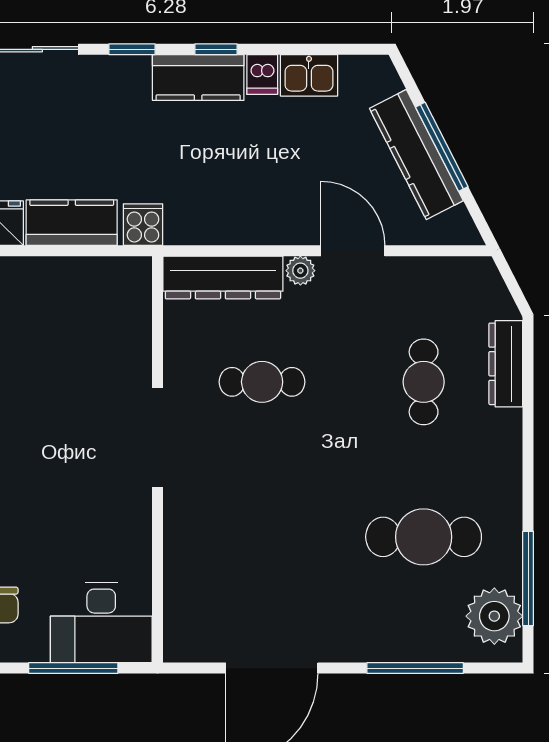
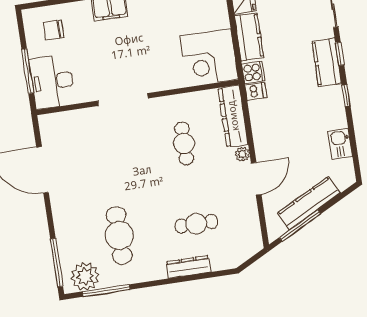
dishwasher: (262, 75) -> (256, 91), moved, turned 180
kitchen counter: (198, 78) -> (327, 62), moved
window: (442, 147) -> (300, 226), moved
corner desk: (101, 307) -> (209, 58), added
dresser: (506, 364) -> (188, 267), moved
doorway: (158, 438) -> (123, 100), moved
window: (415, 668) -> (57, 263), moved

